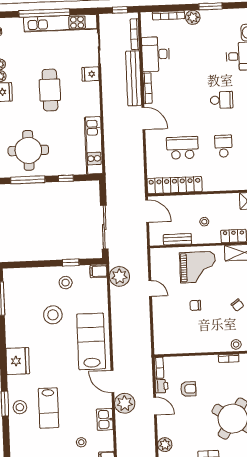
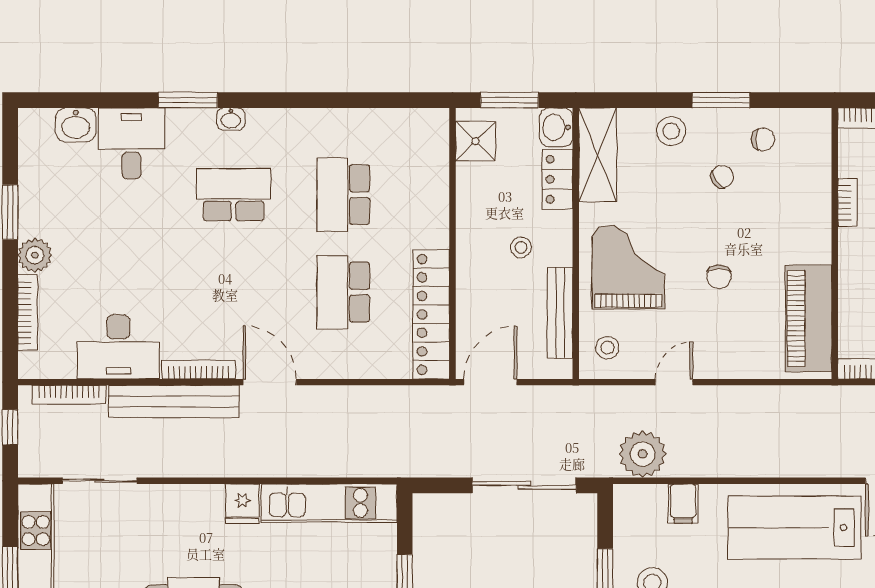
fridge: (90, 74) -> (242, 504), moved
school desk: (222, 100) -> (234, 195), width x1.85
door: (143, 118) -> (270, 382), hinge flipped
school desk: (223, 146) -> (343, 195), width x1.85
bench: (178, 239) -> (560, 313), width x1.36
filing cabinet: (98, 271) -> (683, 504), moved
piano: (179, 344) -> (809, 318), added
stool: (236, 344) -> (607, 348), moved

